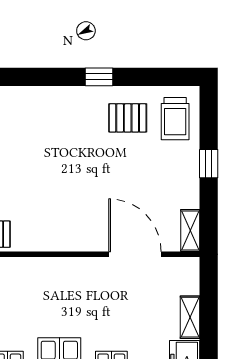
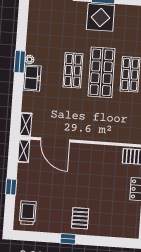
pallet: (128, 118) -> (80, 218), moved, turned 90
shelving: (190, 317) -> (26, 125), moved

